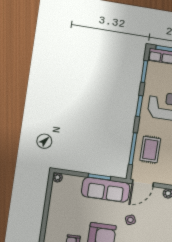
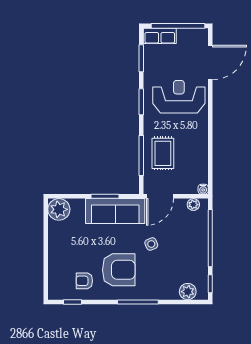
plant: (57, 177) -> (59, 209), width x1.88, depth x1.88

